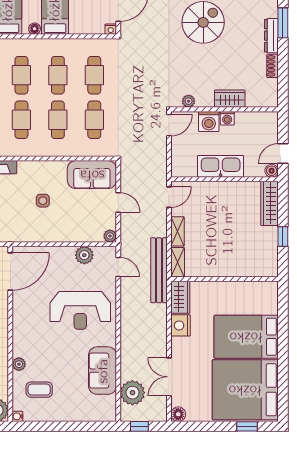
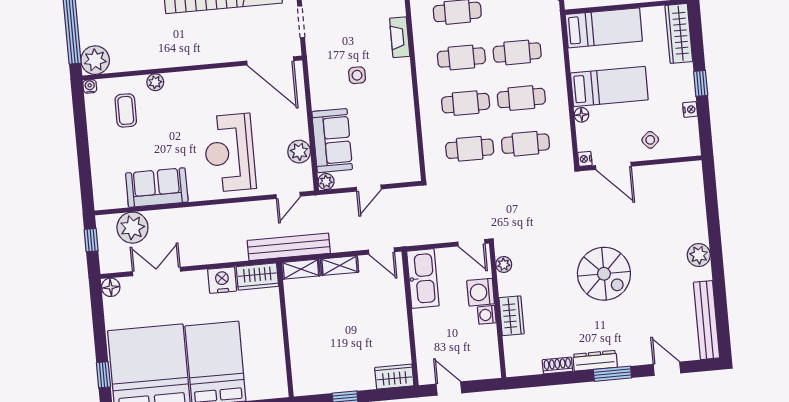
floor lamp: (35, 29) -> (581, 115), moved
kitchen sink: (221, 166) -> (423, 278), moved
boiler: (272, 171) -> (426, 376), removed
sofa: (92, 175) -> (332, 141), moved, turned 180
side table: (43, 201) -> (357, 75), moved
wardrobe: (269, 203) -> (394, 377), width x0.67

